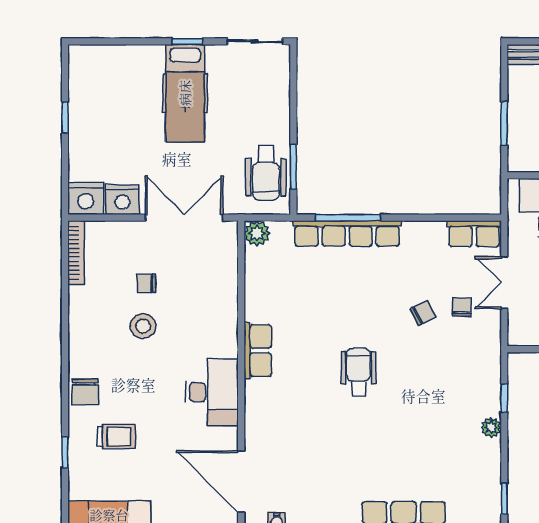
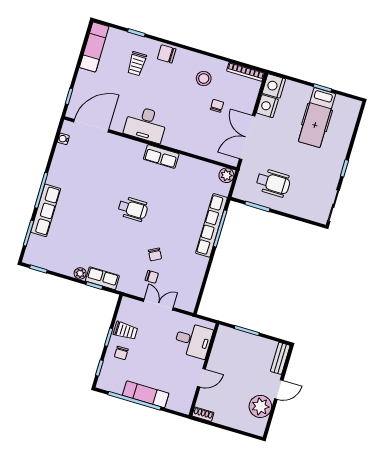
hospital bed: (185, 93) -> (317, 118), moved, turned -90
wheelchair: (266, 173) -> (273, 183), moved, turned 180
double door: (184, 218) -> (247, 137), swing flipped
row of seats: (474, 234) -> (102, 278), moved, turned 90
stool: (143, 326) -> (204, 79), moved

